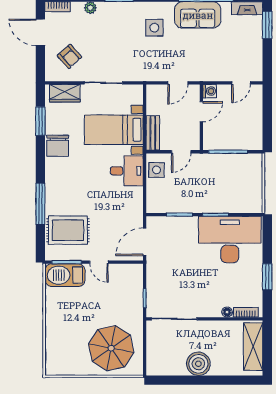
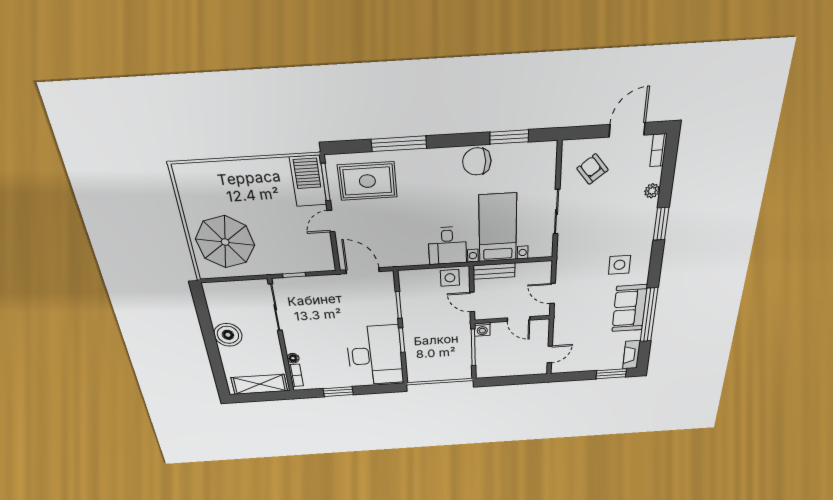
armchair: (69, 56) -> (592, 169), turned 94
door: (241, 83) -> (550, 354), swing flipped
washing machine: (210, 91) -> (482, 329), moved
wardrobe: (65, 93) -> (545, 166), removed
rug: (68, 230) -> (367, 181), turned 90

